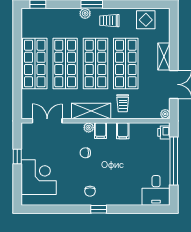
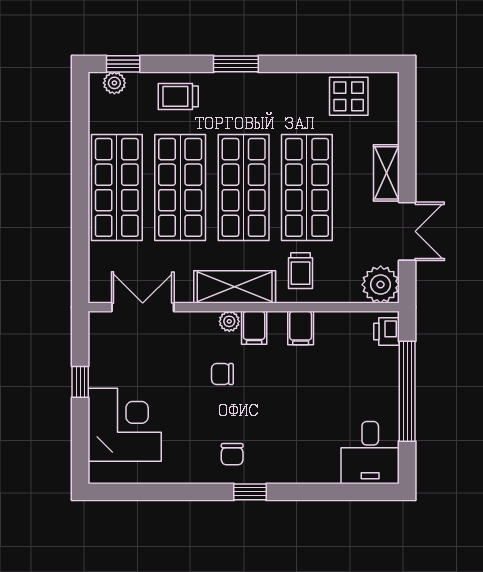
plant: (85, 13) -> (114, 83), moved
trolley: (109, 21) -> (178, 96), moved
plant: (165, 114) -> (381, 285), width x1.87, depth x1.87

